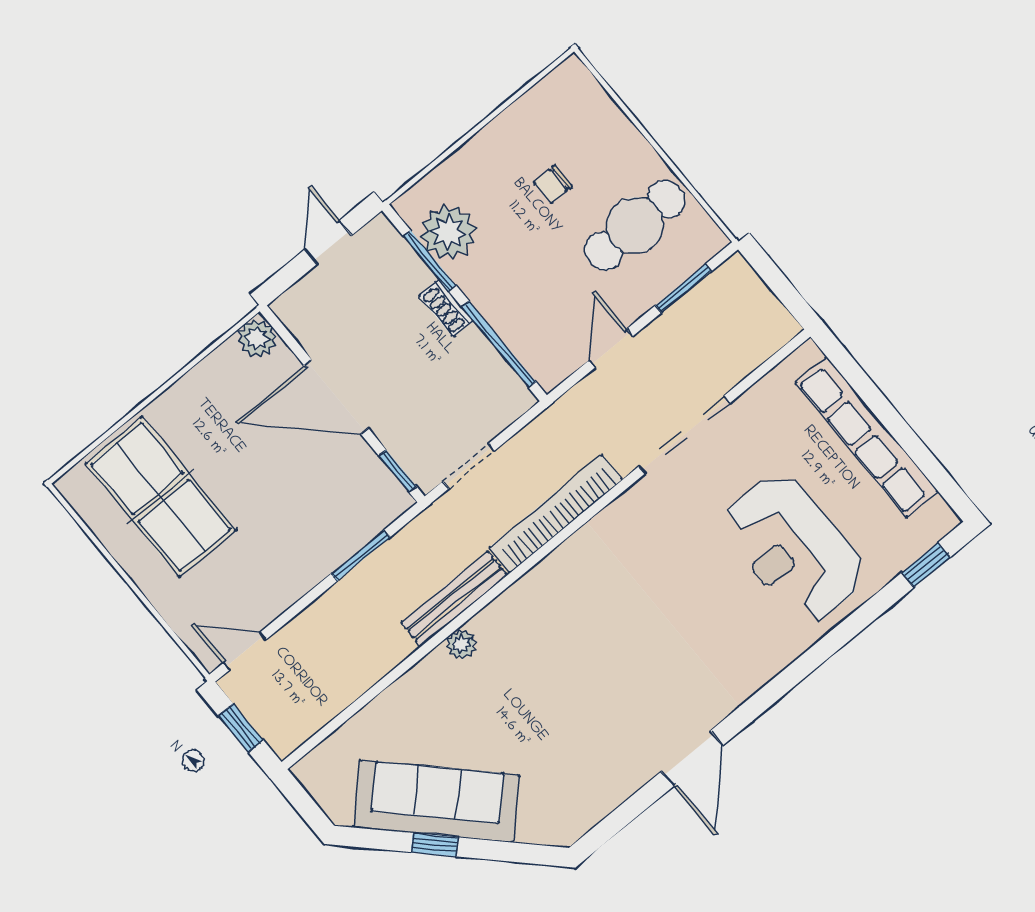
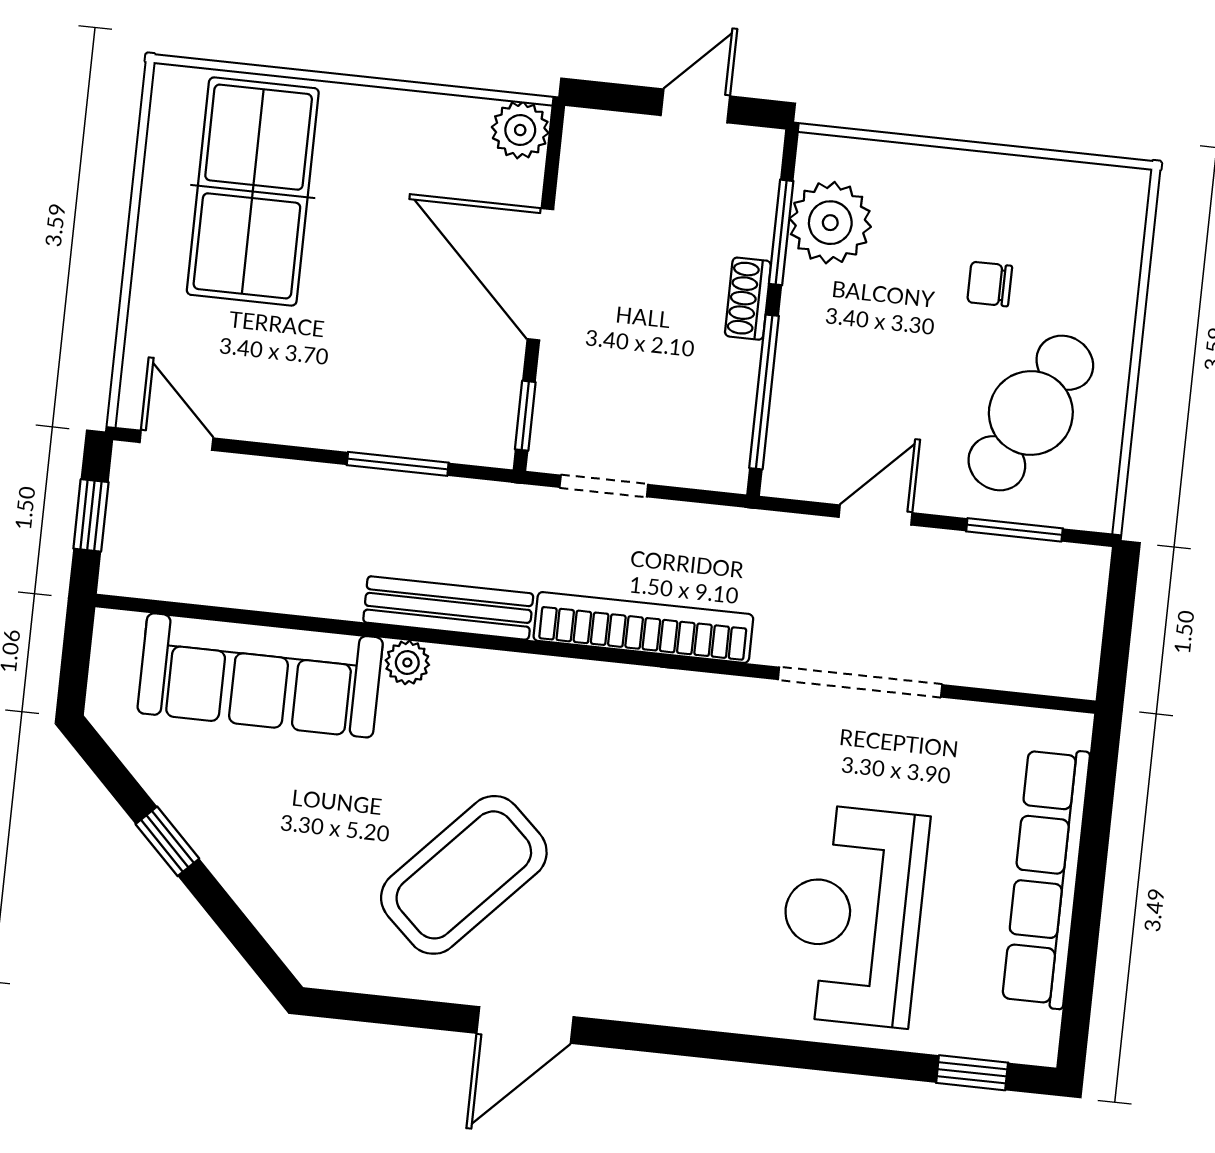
cafe table: (635, 225) -> (1031, 413), turned -62
coffee table: (591, 717) -> (464, 875), added
sofa: (437, 801) -> (260, 675), moved, turned 135

